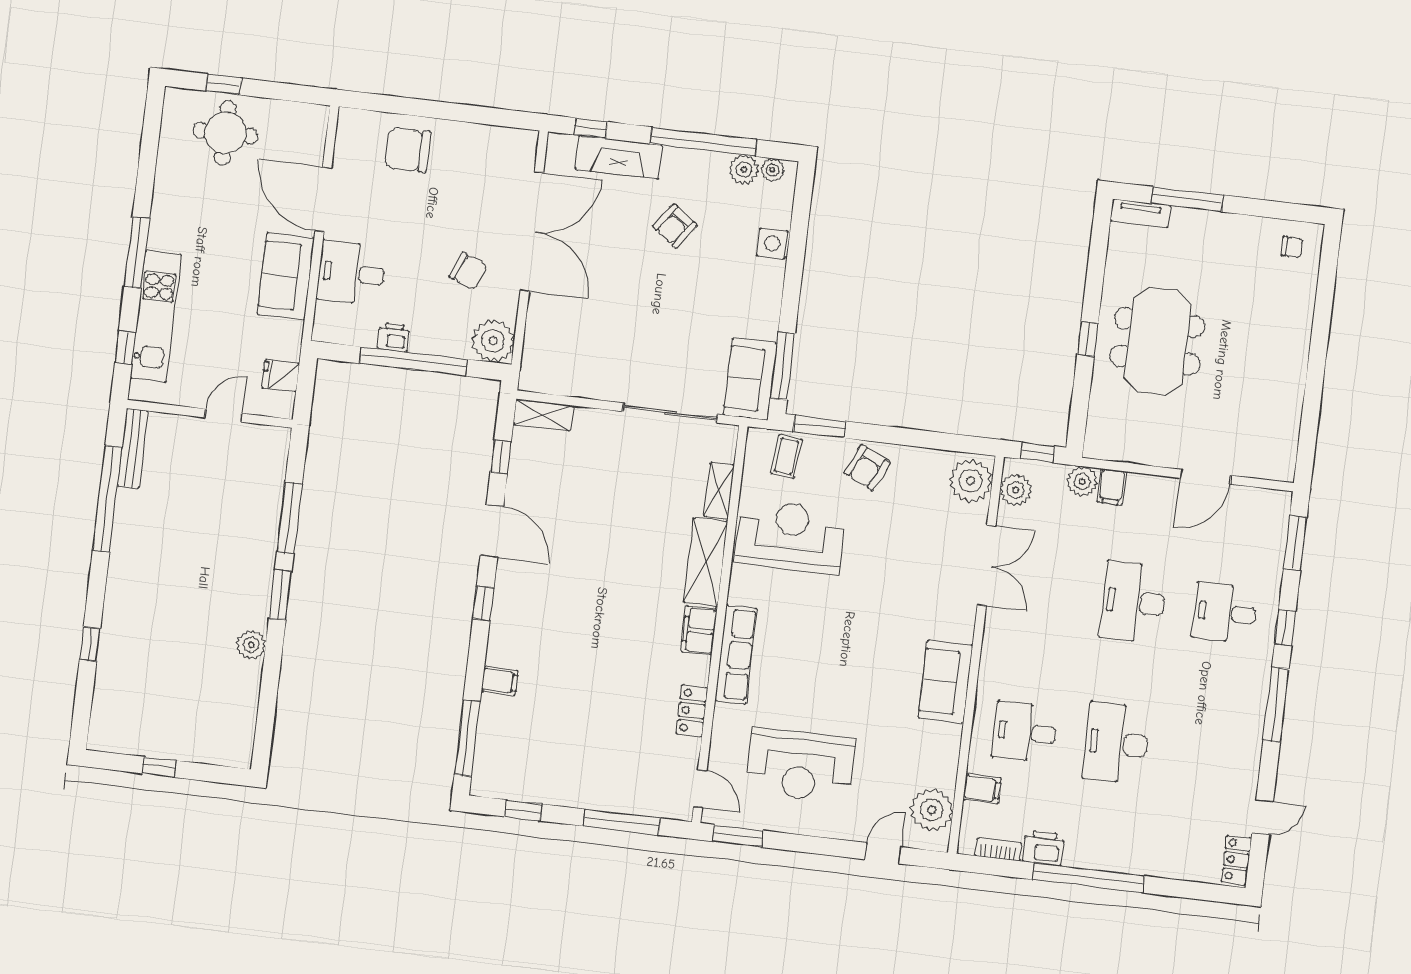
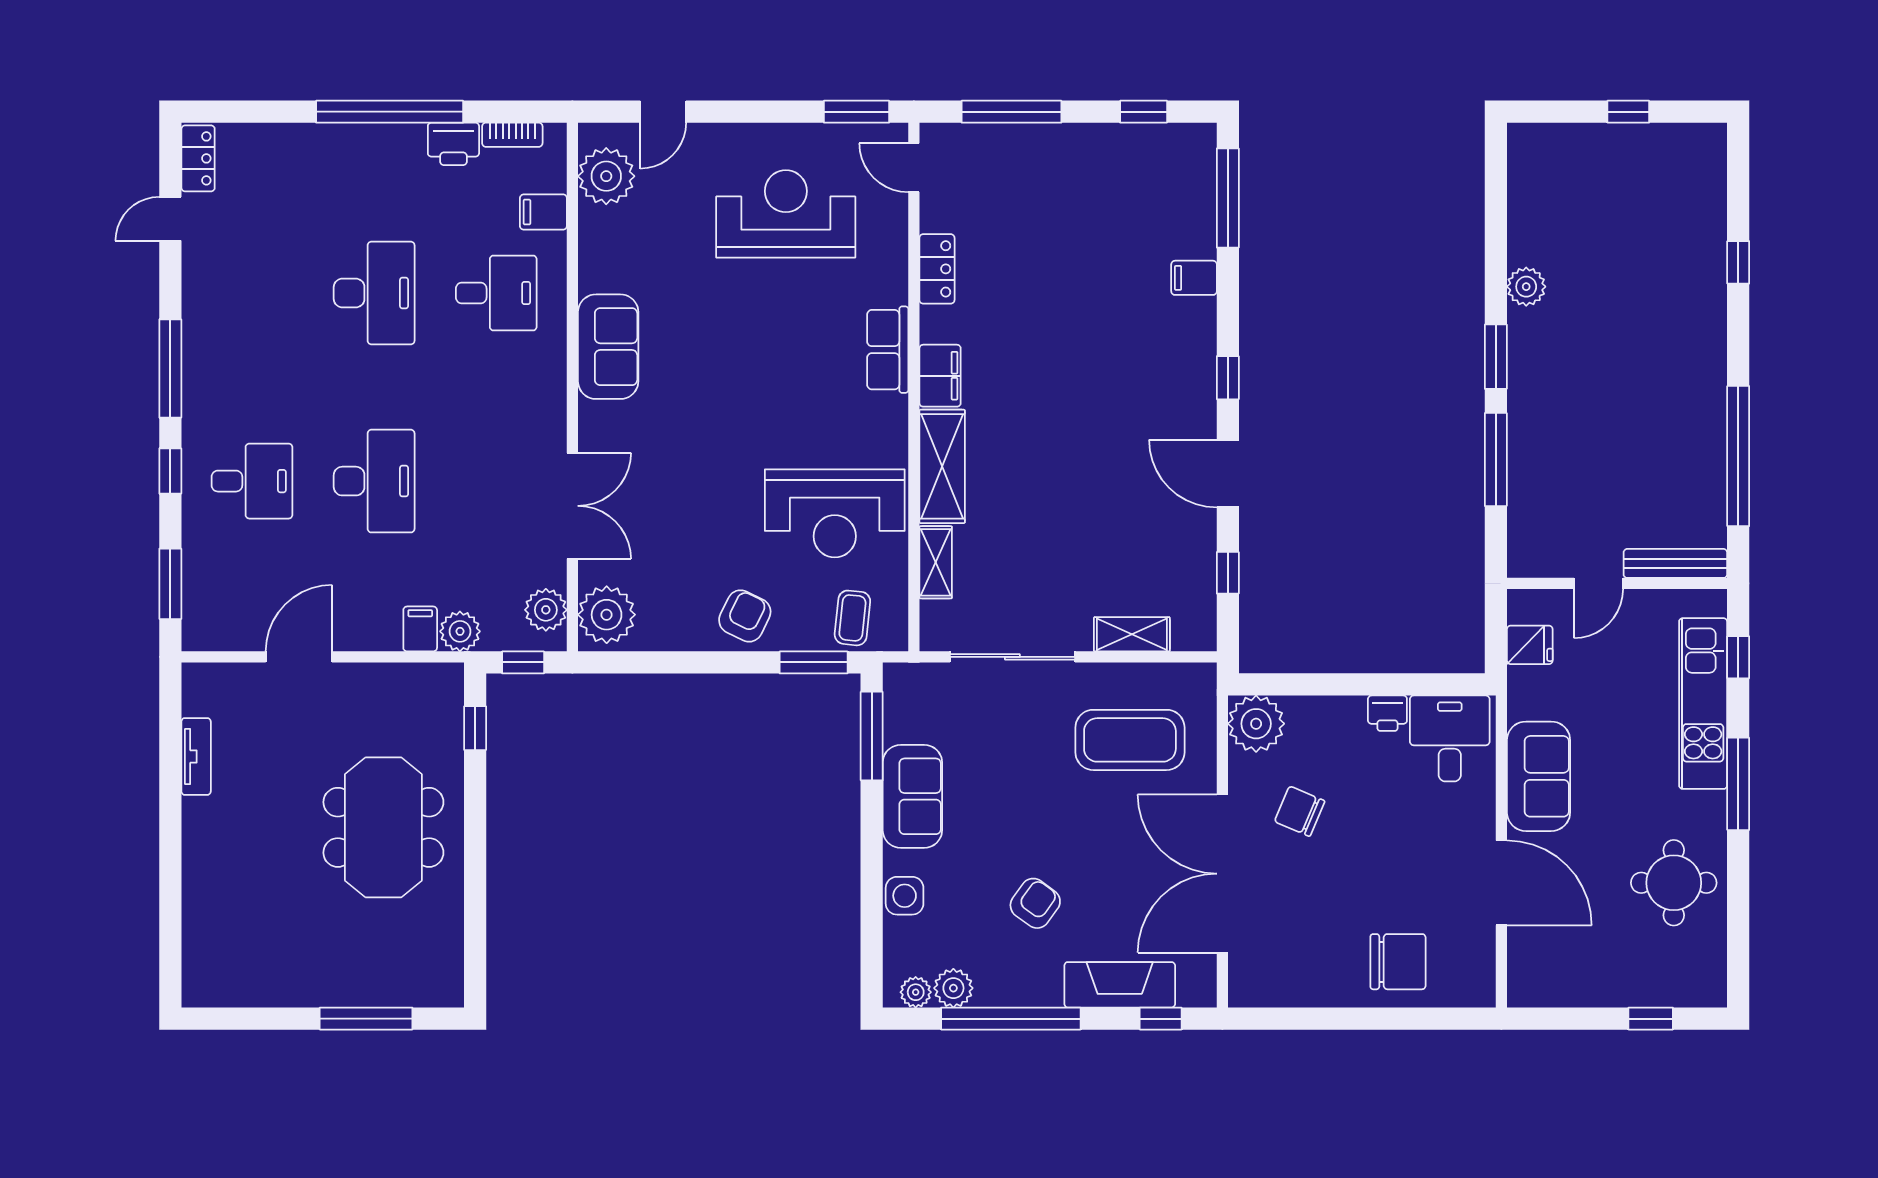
round table: (225, 133) -> (1674, 883), moved
tv unit: (1140, 213) -> (196, 756), moved, turned 90
chair: (1292, 247) -> (221, 972), removed
desk: (351, 273) -> (1450, 738), moved, turned -90
window: (1088, 339) -> (475, 728), moved
coffee table: (589, 340) -> (1130, 740), added
window: (413, 361) -> (1358, 684), removed
sofa: (750, 379) -> (912, 796), moved
shelving: (543, 415) -> (1132, 634), moved
bench: (133, 448) -> (1675, 563), moved, turned 90
double door: (987, 566) -> (572, 506), swing flipped
row of seats: (736, 655) -> (888, 350), width x0.68

